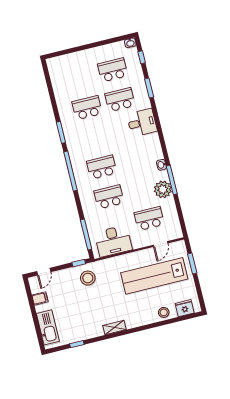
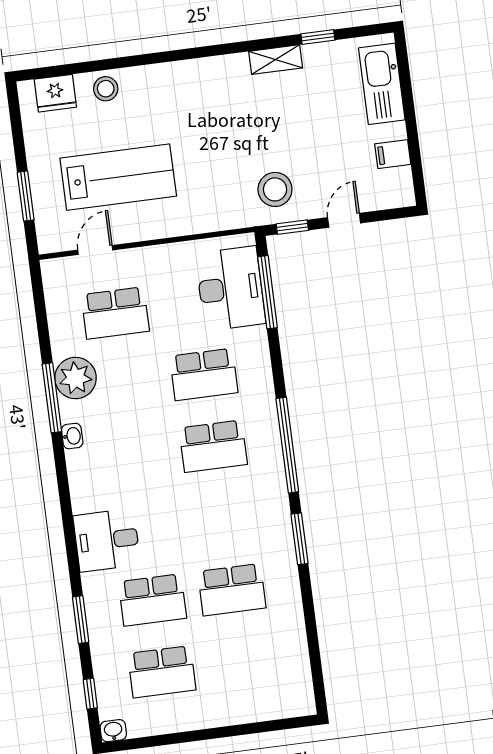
desk: (113, 241) -> (230, 288), moved, turned 90
door: (44, 272) -> (344, 220), moved
lab bench: (154, 276) -> (118, 177), width x0.73
shelving: (114, 328) -> (276, 60), moved

